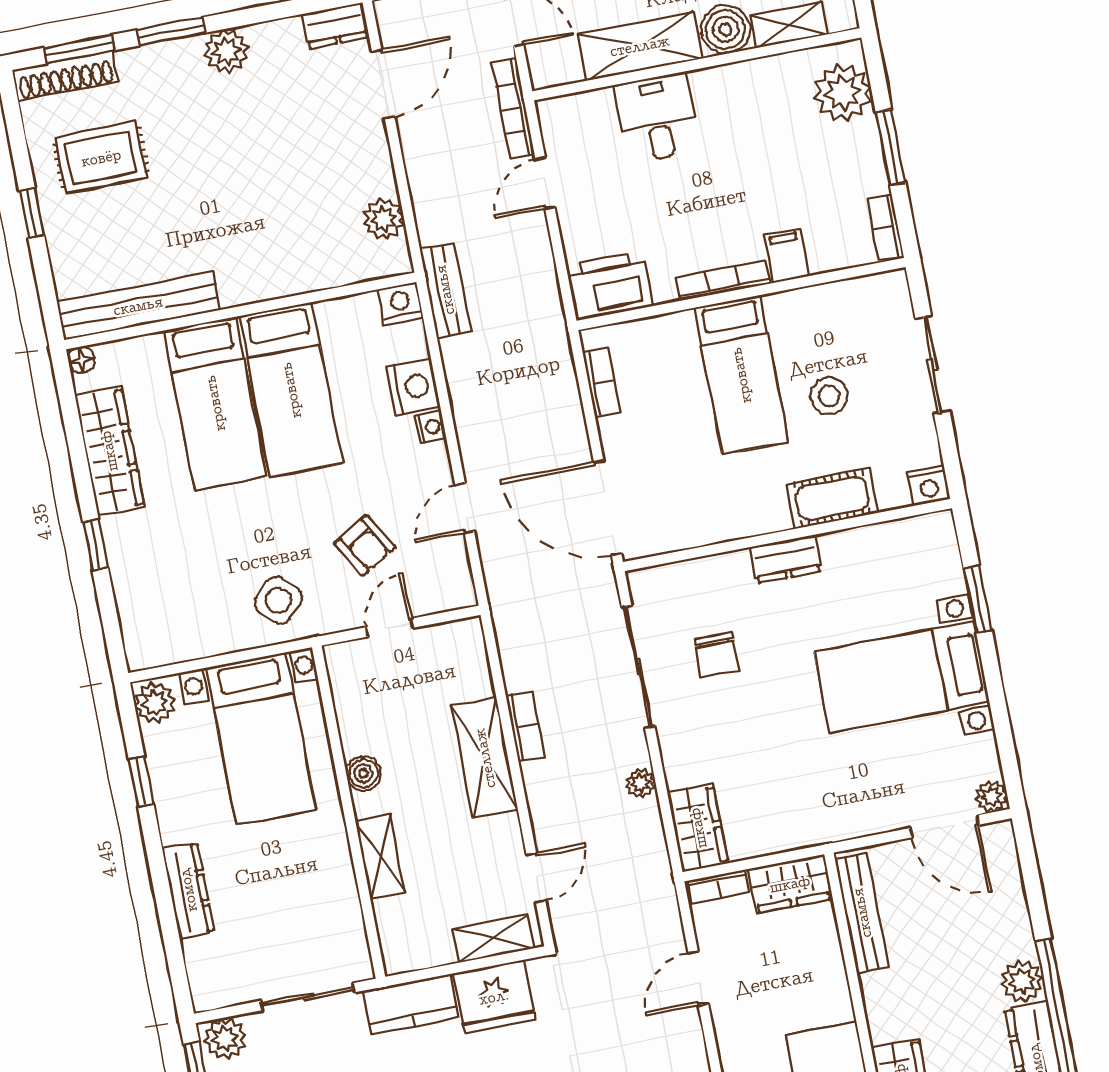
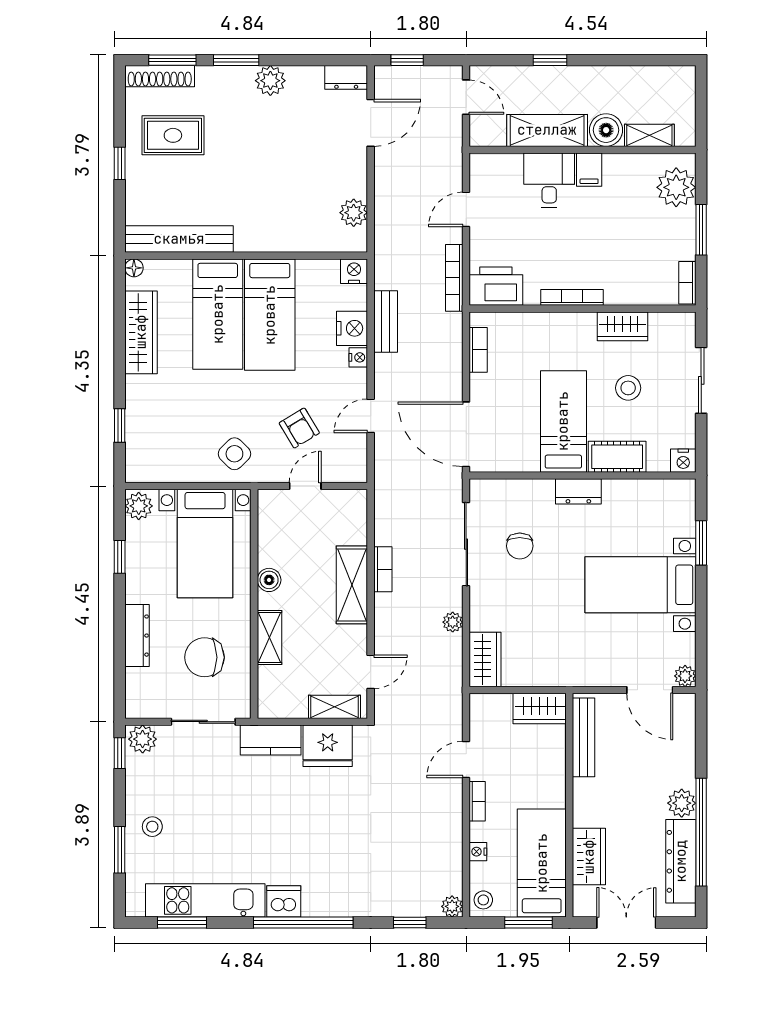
bookcase: (513, 108) -> (454, 278), moved
filing cabinet: (786, 255) -> (589, 170), moved, turned 180
bench: (445, 290) -> (386, 322), moved
wardrobe: (804, 308) -> (623, 326), added
bed: (741, 375) -> (563, 421), moved, turned 180
window: (95, 544) -> (120, 425), moved
bookcase: (718, 887) -> (477, 801), moved, turned -90
chair: (292, 903) -> (204, 657), added

